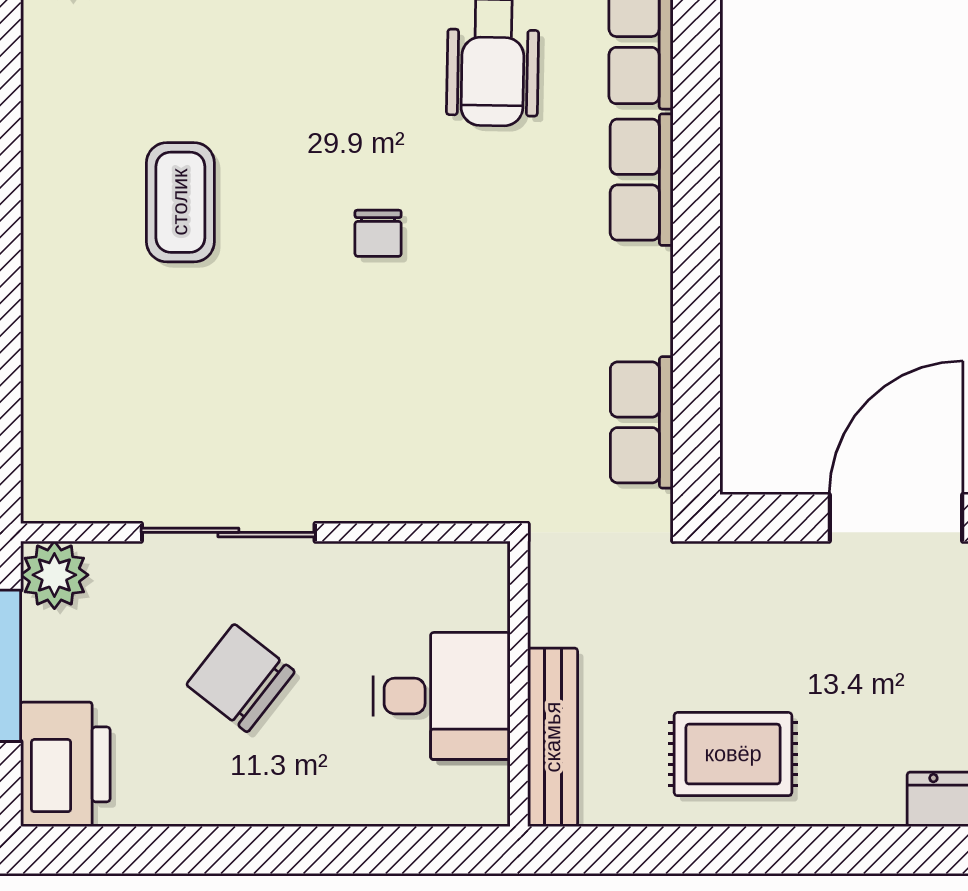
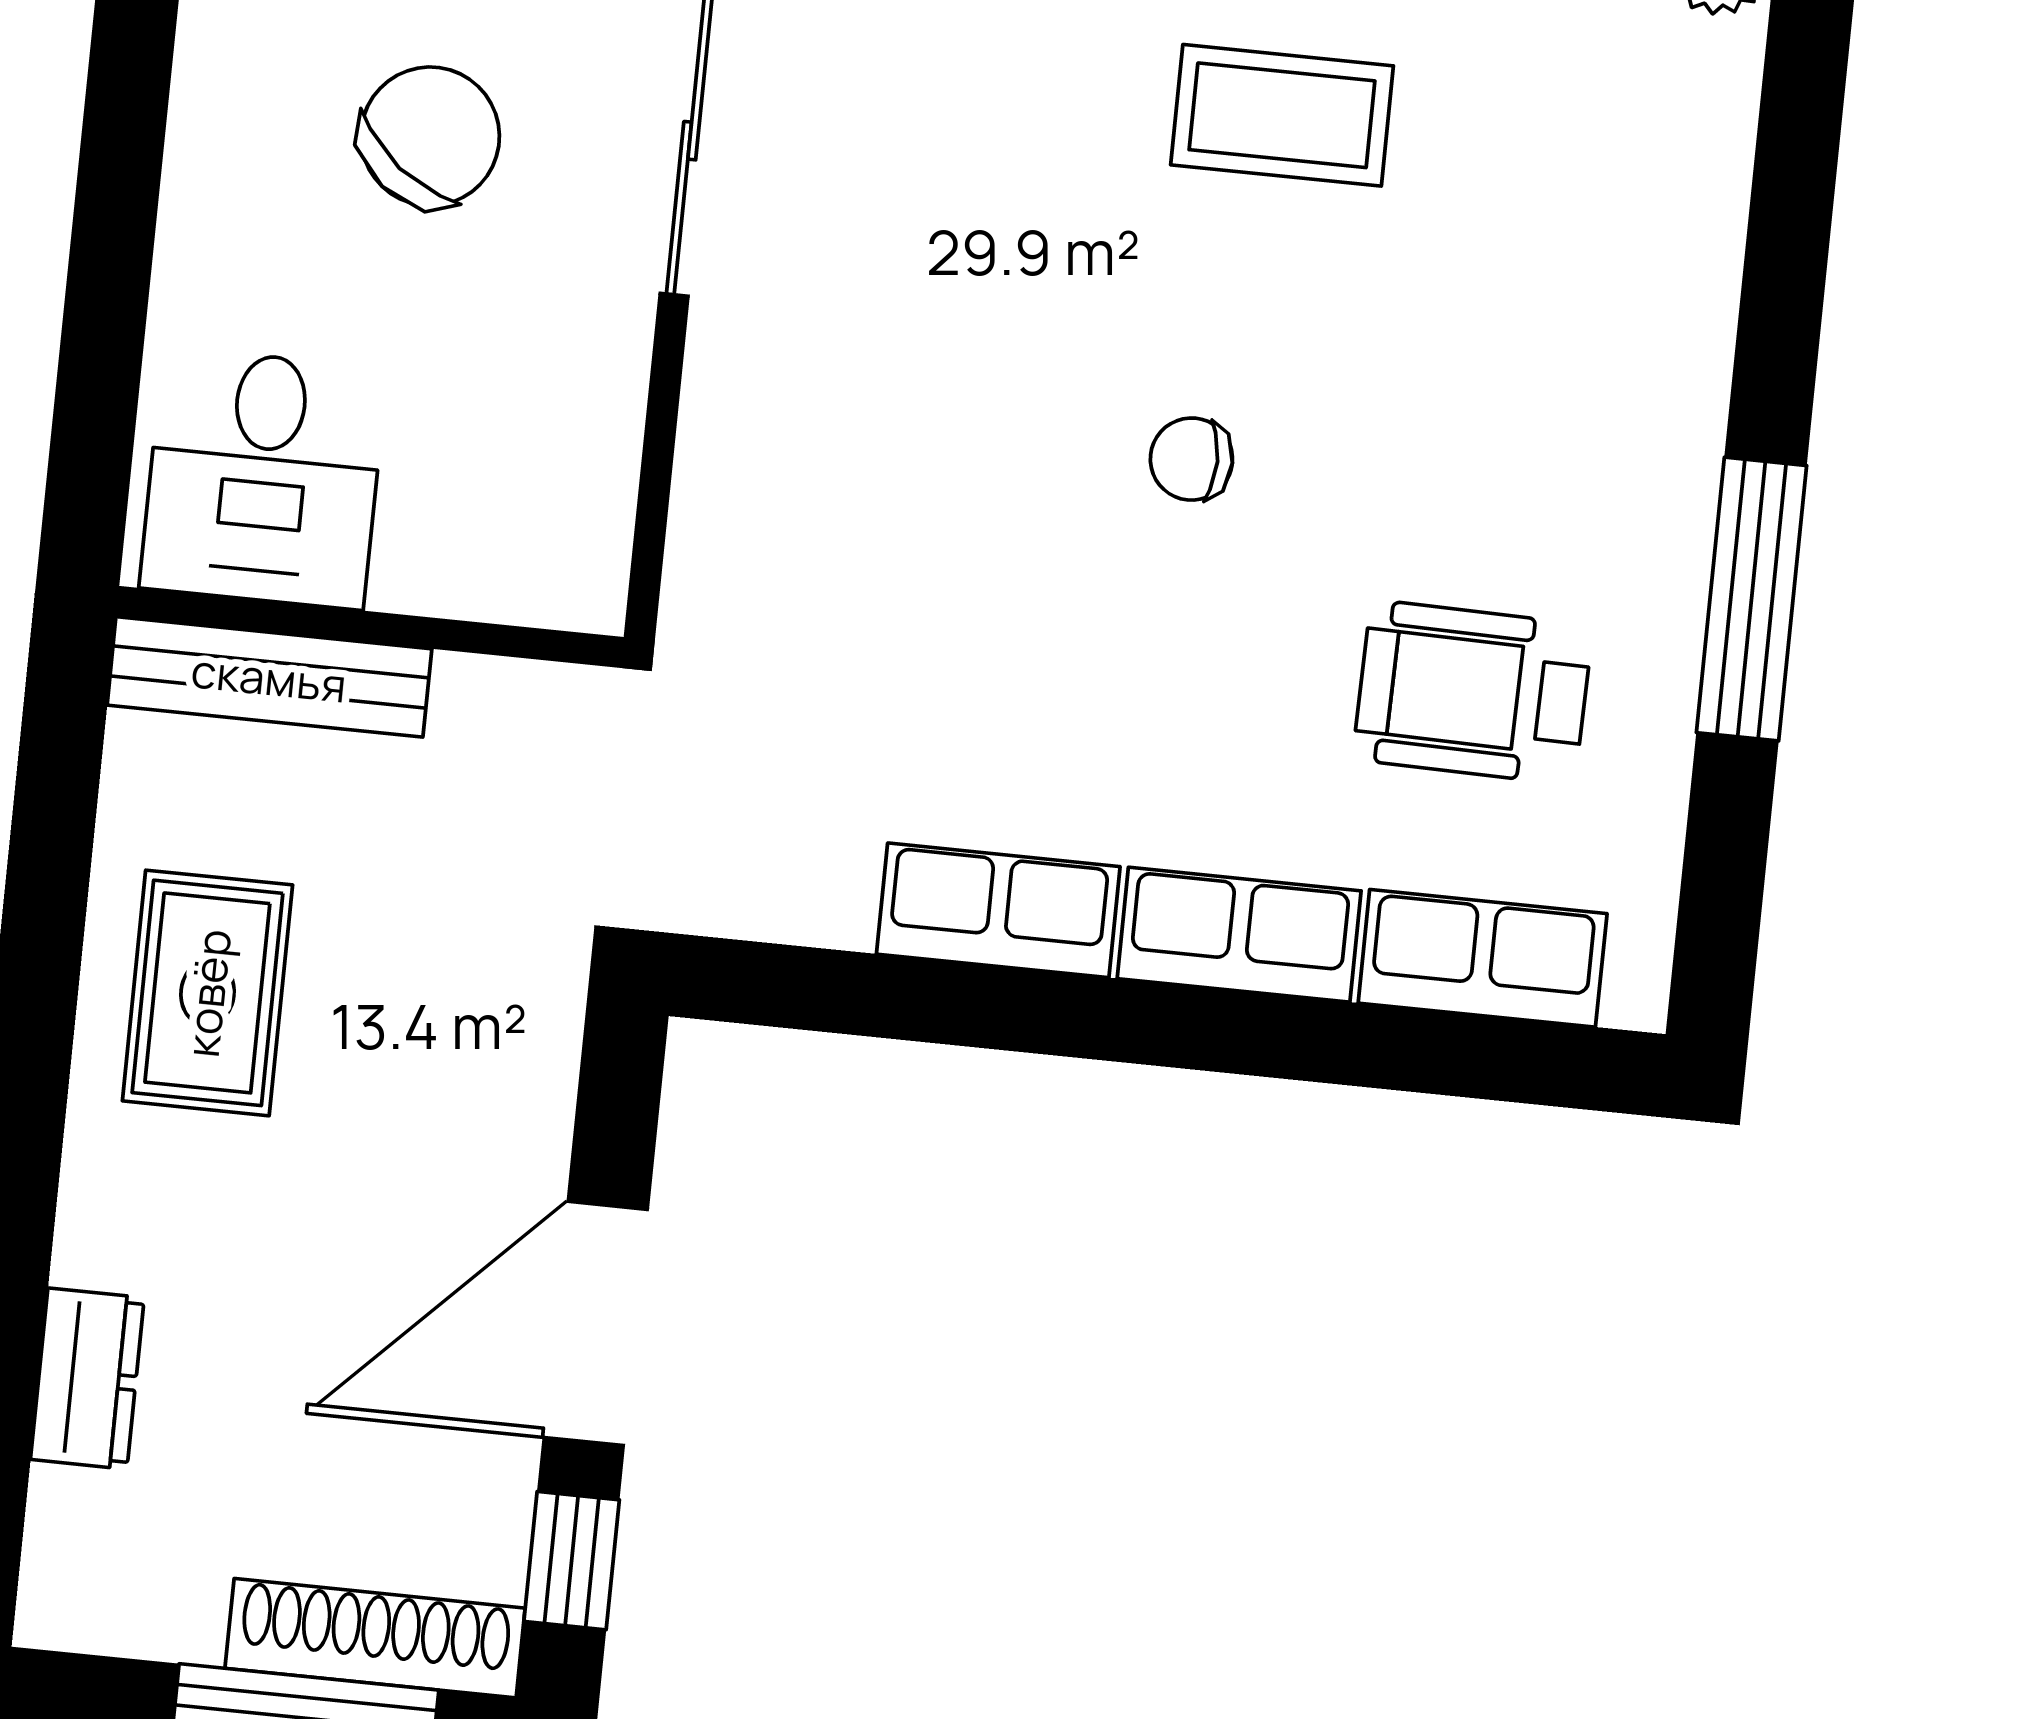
row of seats: (642, 422) -> (998, 910), moved
door: (896, 518) -> (596, 1323), swing flipped
desk: (442, 696) -> (263, 478), moved

